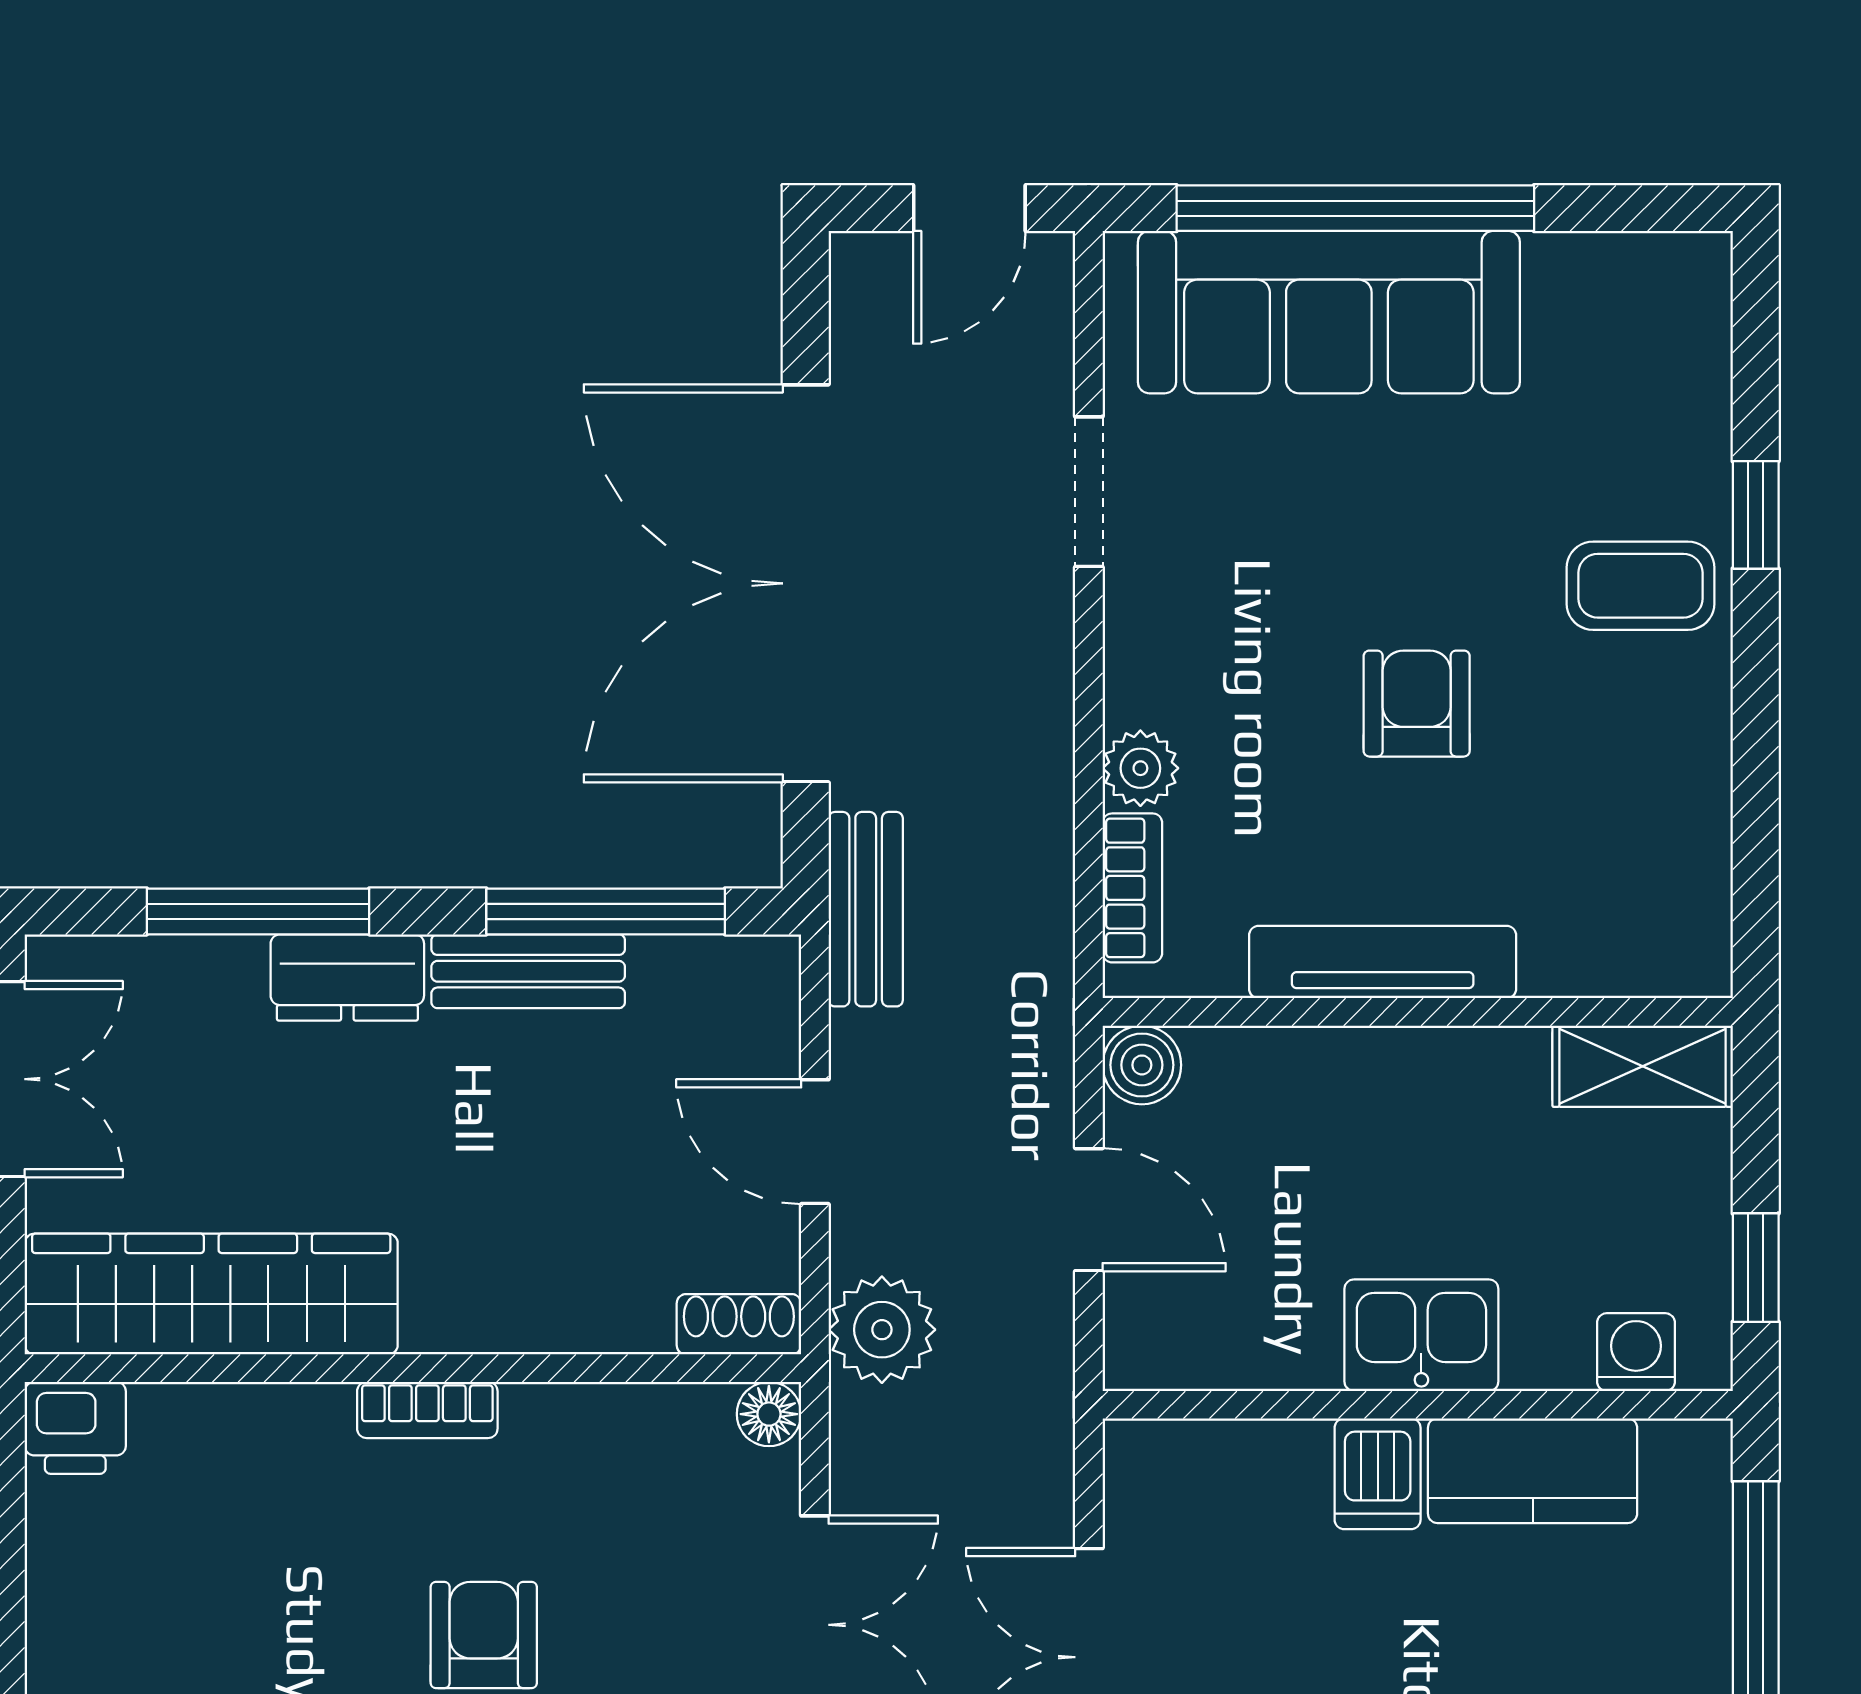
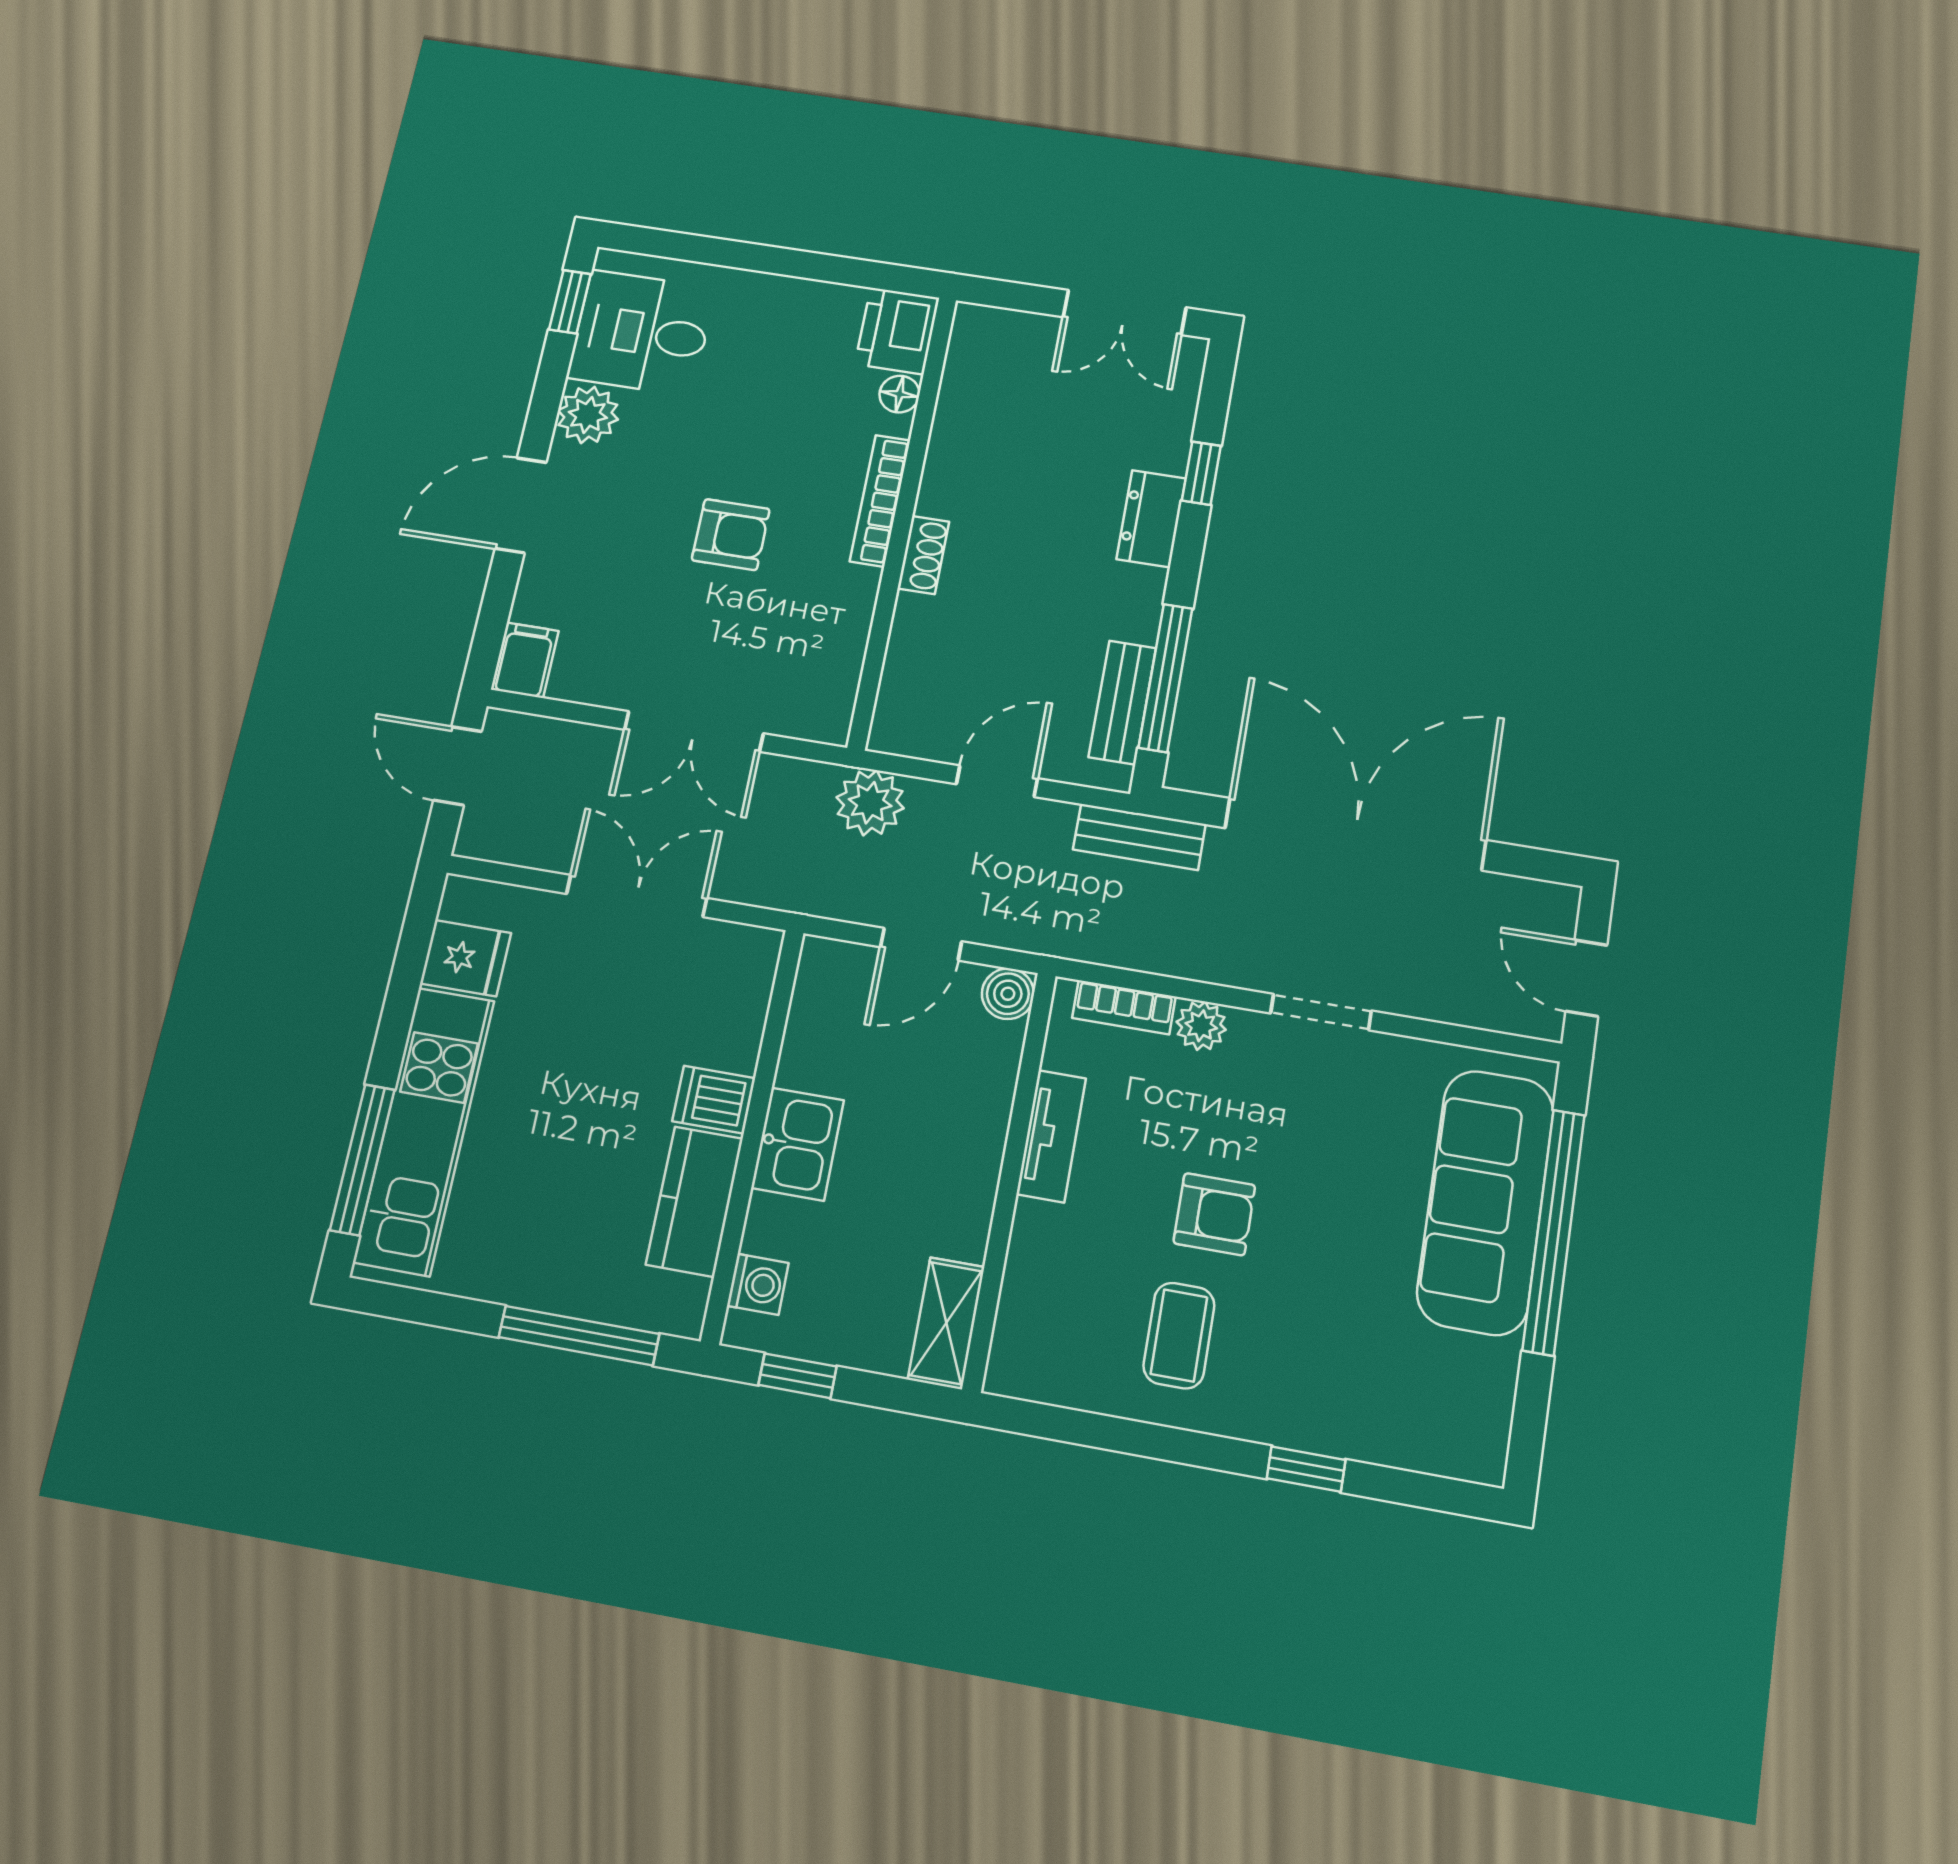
doorway: (1089, 492) -> (1321, 1012), moved
coffee table: (1640, 586) -> (1179, 1335), moved
window: (258, 911) -> (1201, 473), width x0.46
tv unit: (1383, 962) -> (1051, 1136), width x0.71
bench: (528, 971) -> (1122, 702), moved
wardrobe: (211, 1294) -> (971, 410), removed
shoe rack: (739, 1324) -> (923, 555), moved
bookcase: (427, 1410) -> (880, 501), width x1.56
floor lamp: (769, 1414) -> (899, 394), moved
printer: (75, 1428) -> (897, 331), width x1.36, depth x1.24

